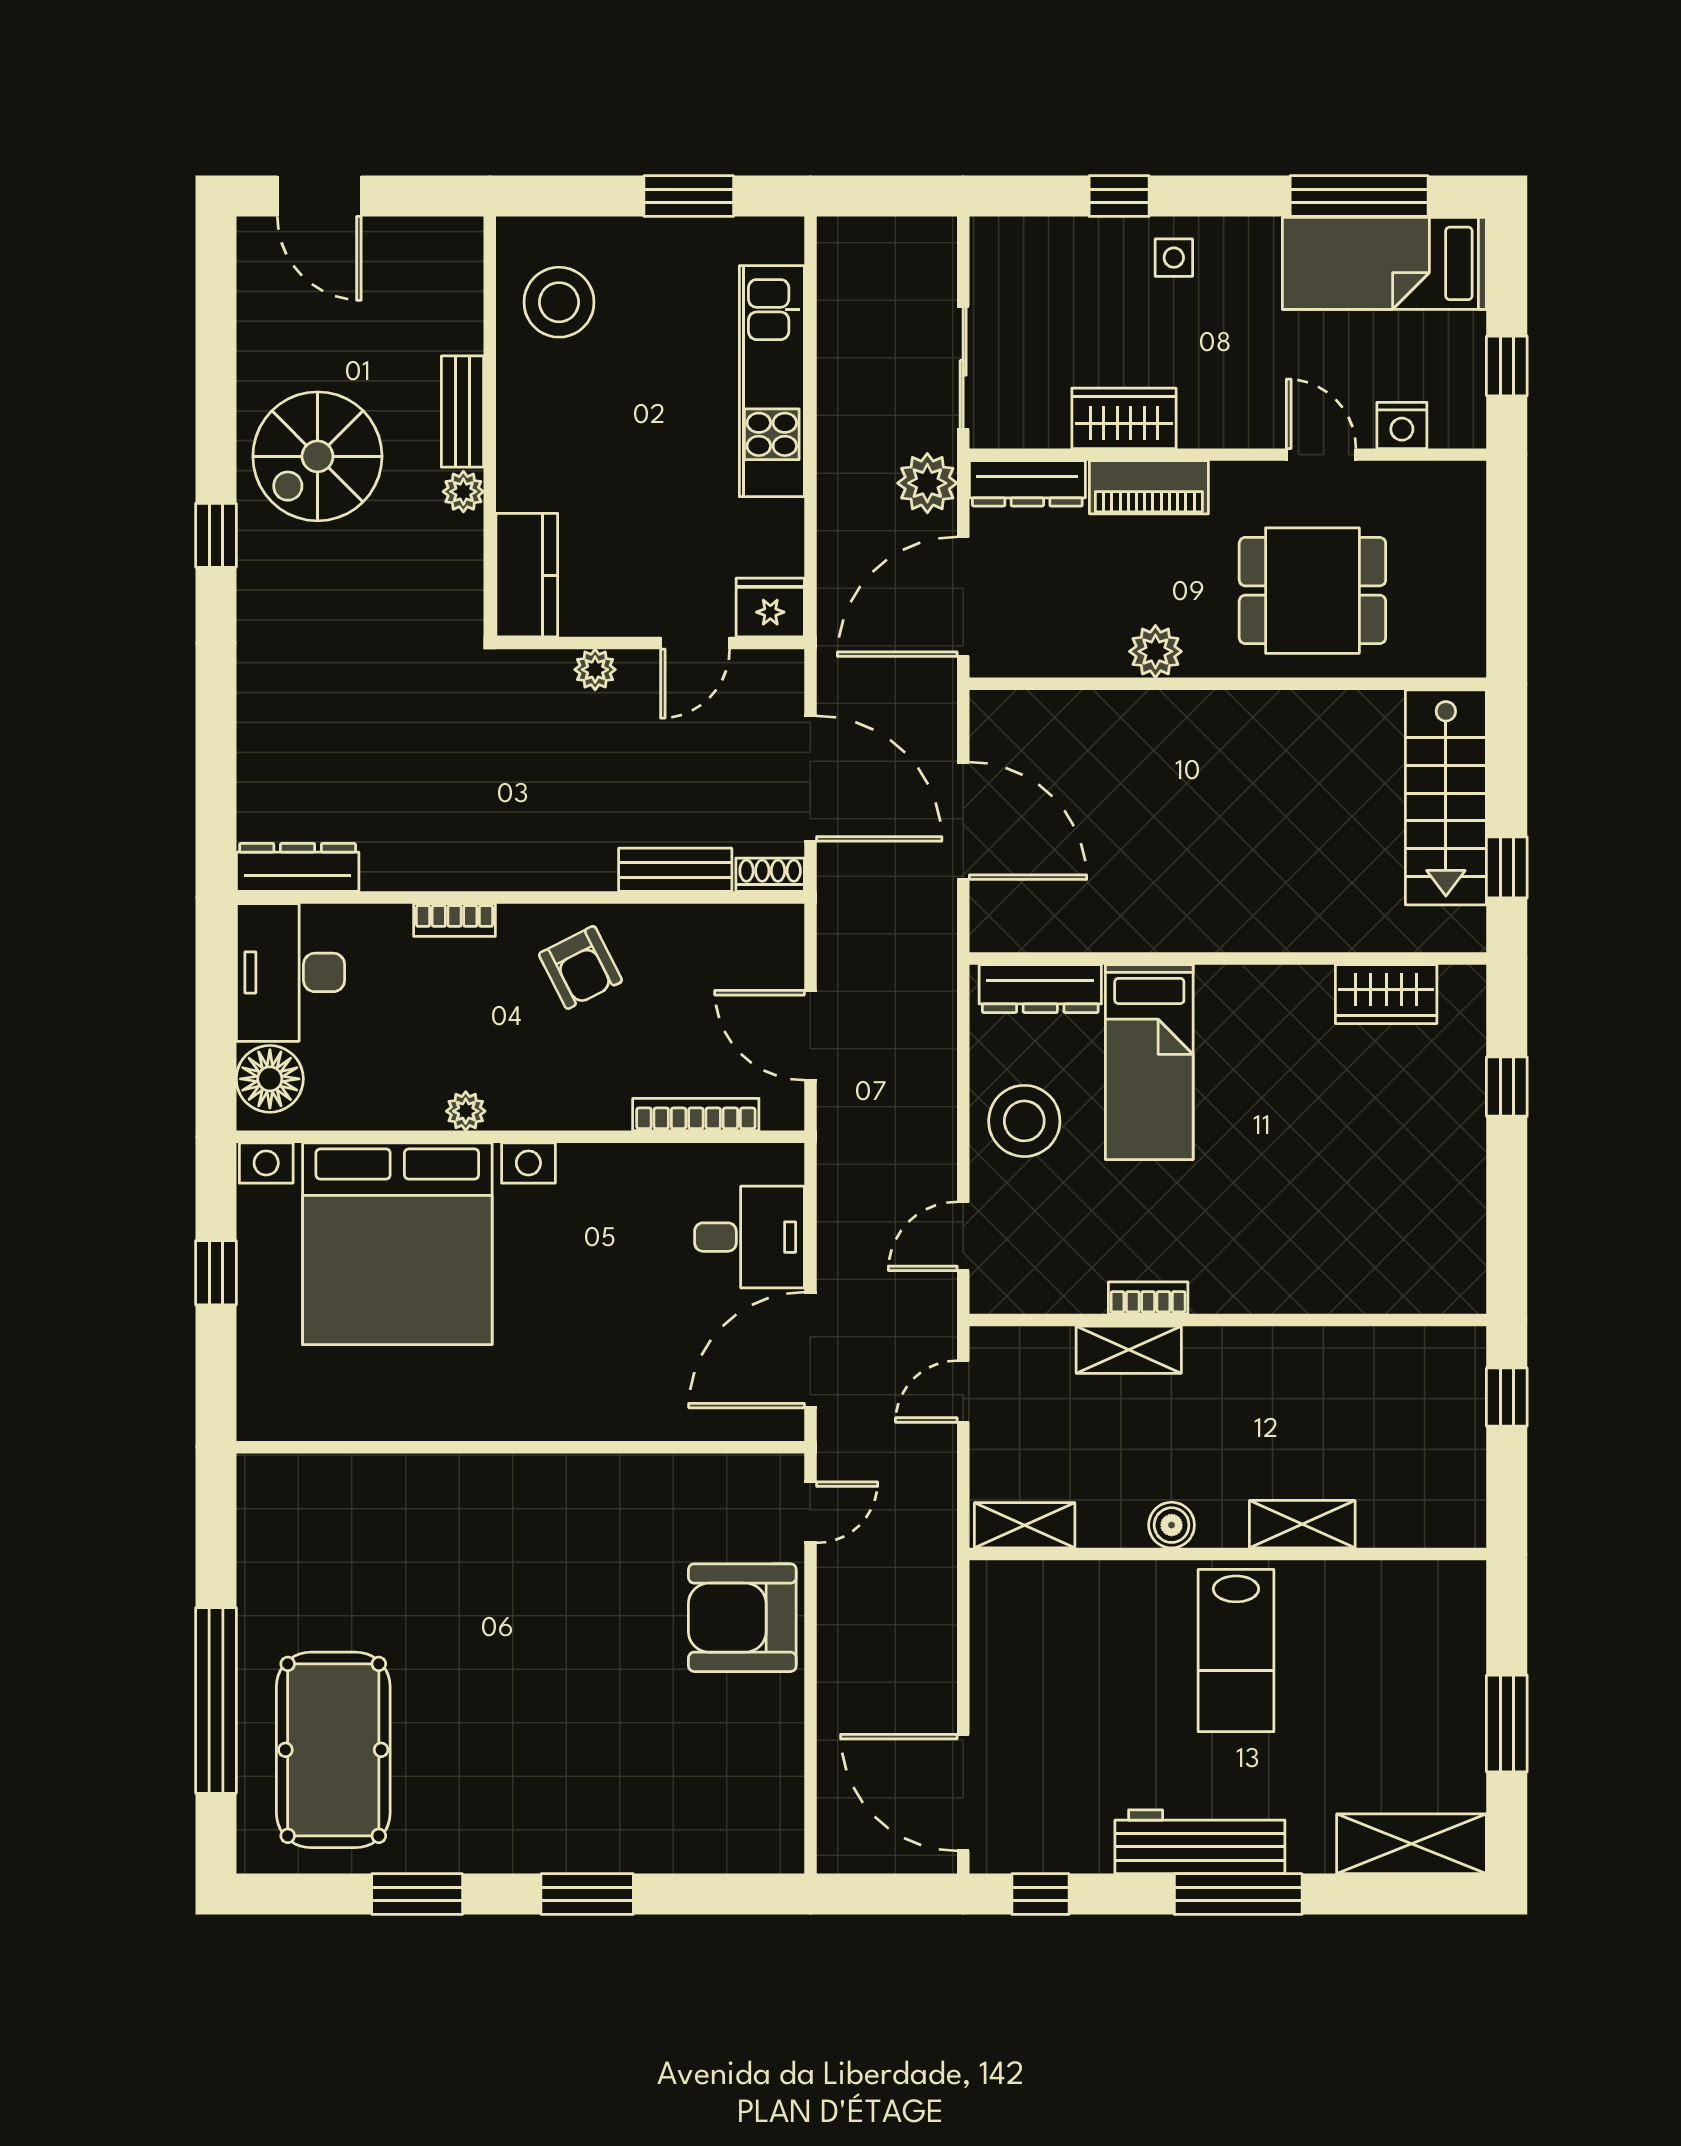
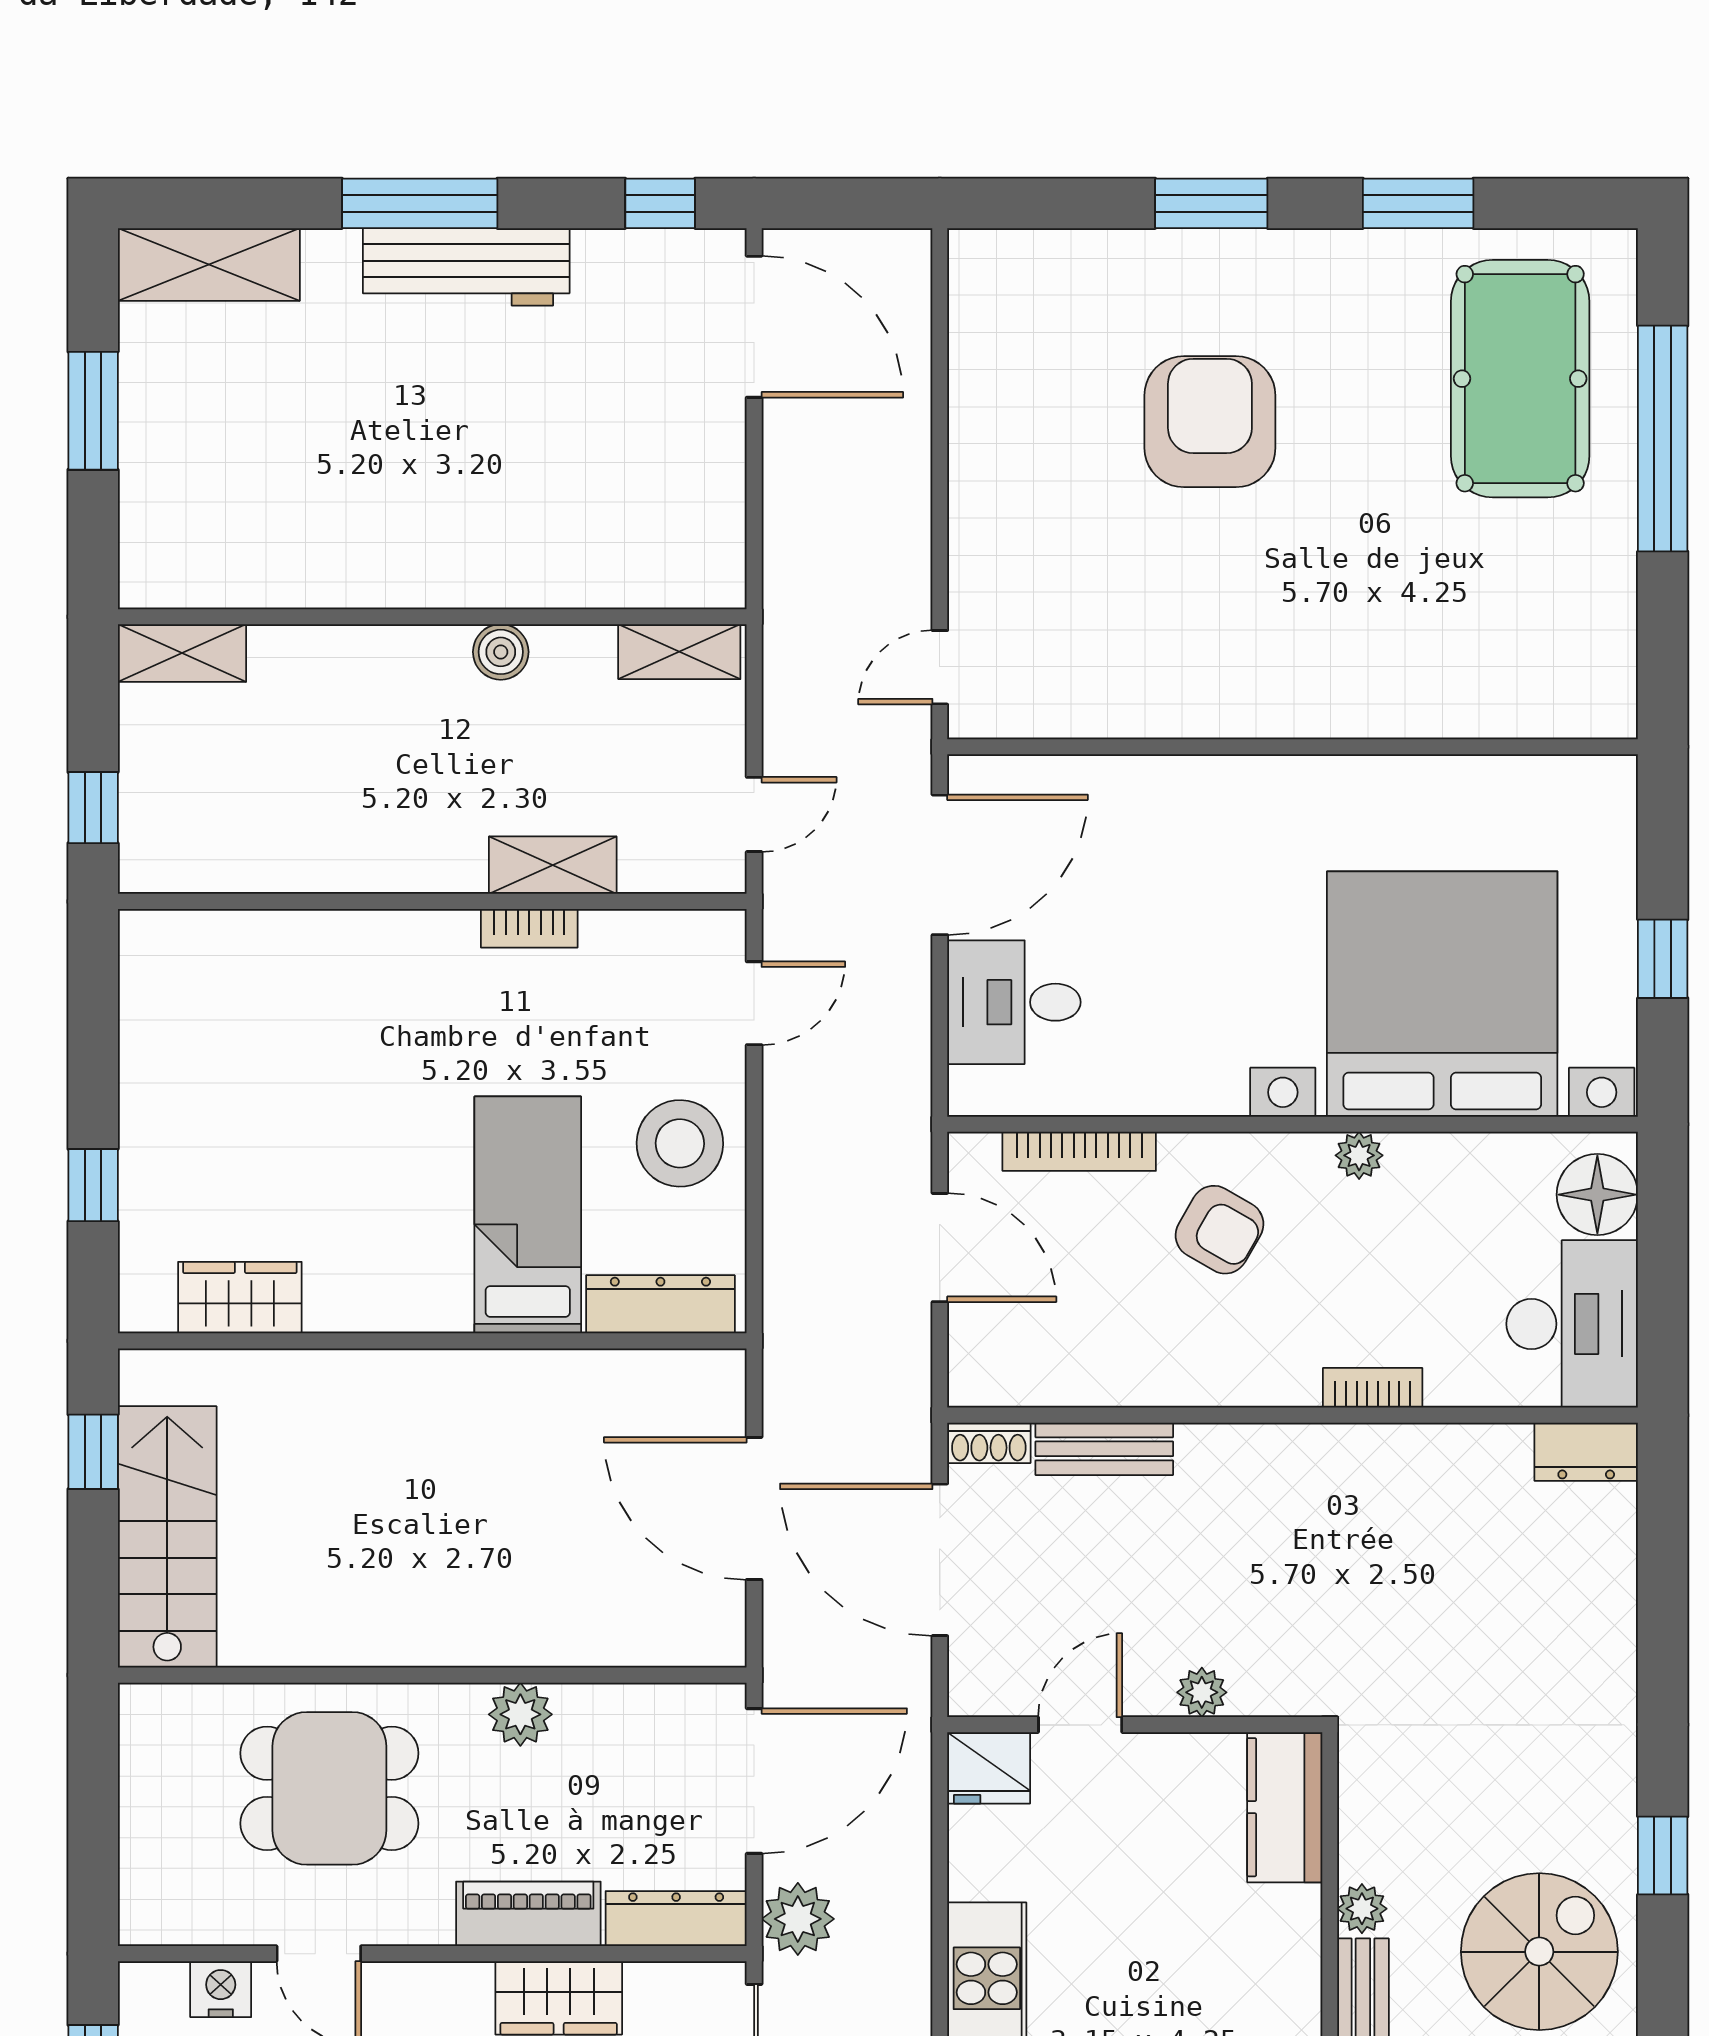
dresser: (298, 867) -> (1586, 1452), width x0.70
armchair: (580, 967) -> (1220, 1230), moved, turned 147
shelving: (1302, 1524) -> (182, 653), moved
armchair: (742, 1618) -> (1210, 422), moved, turned -90
lab bench: (1236, 1651) -> (422, 499), removed

